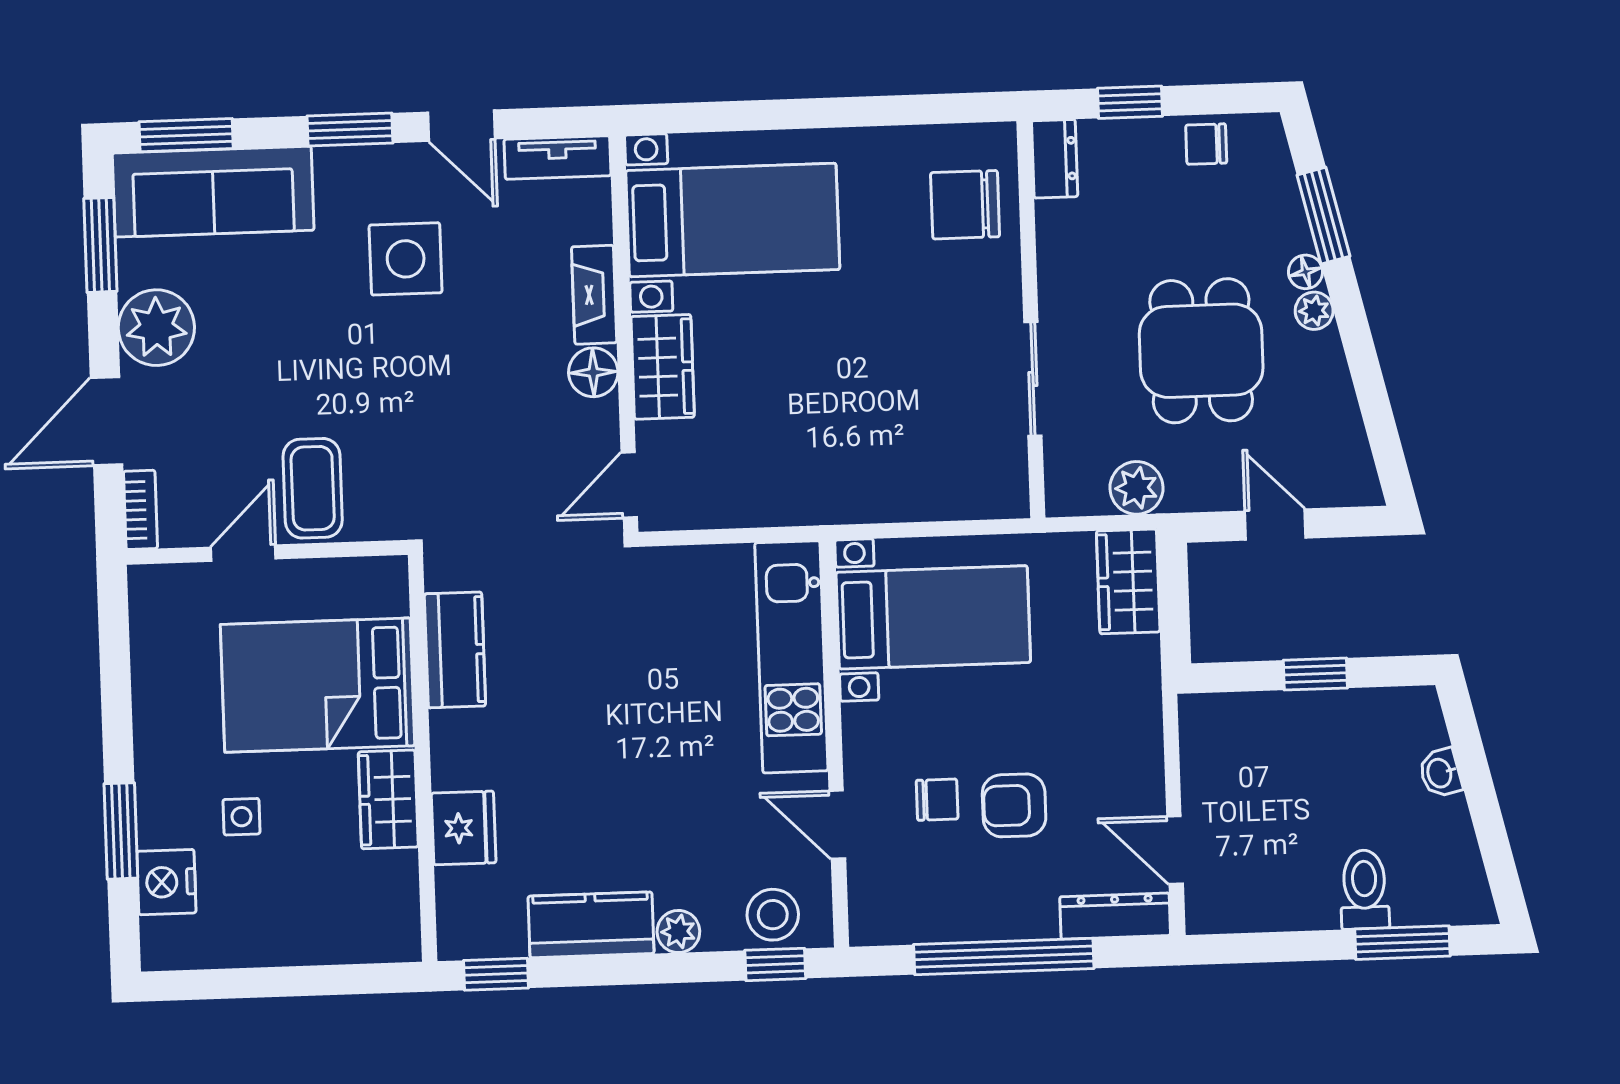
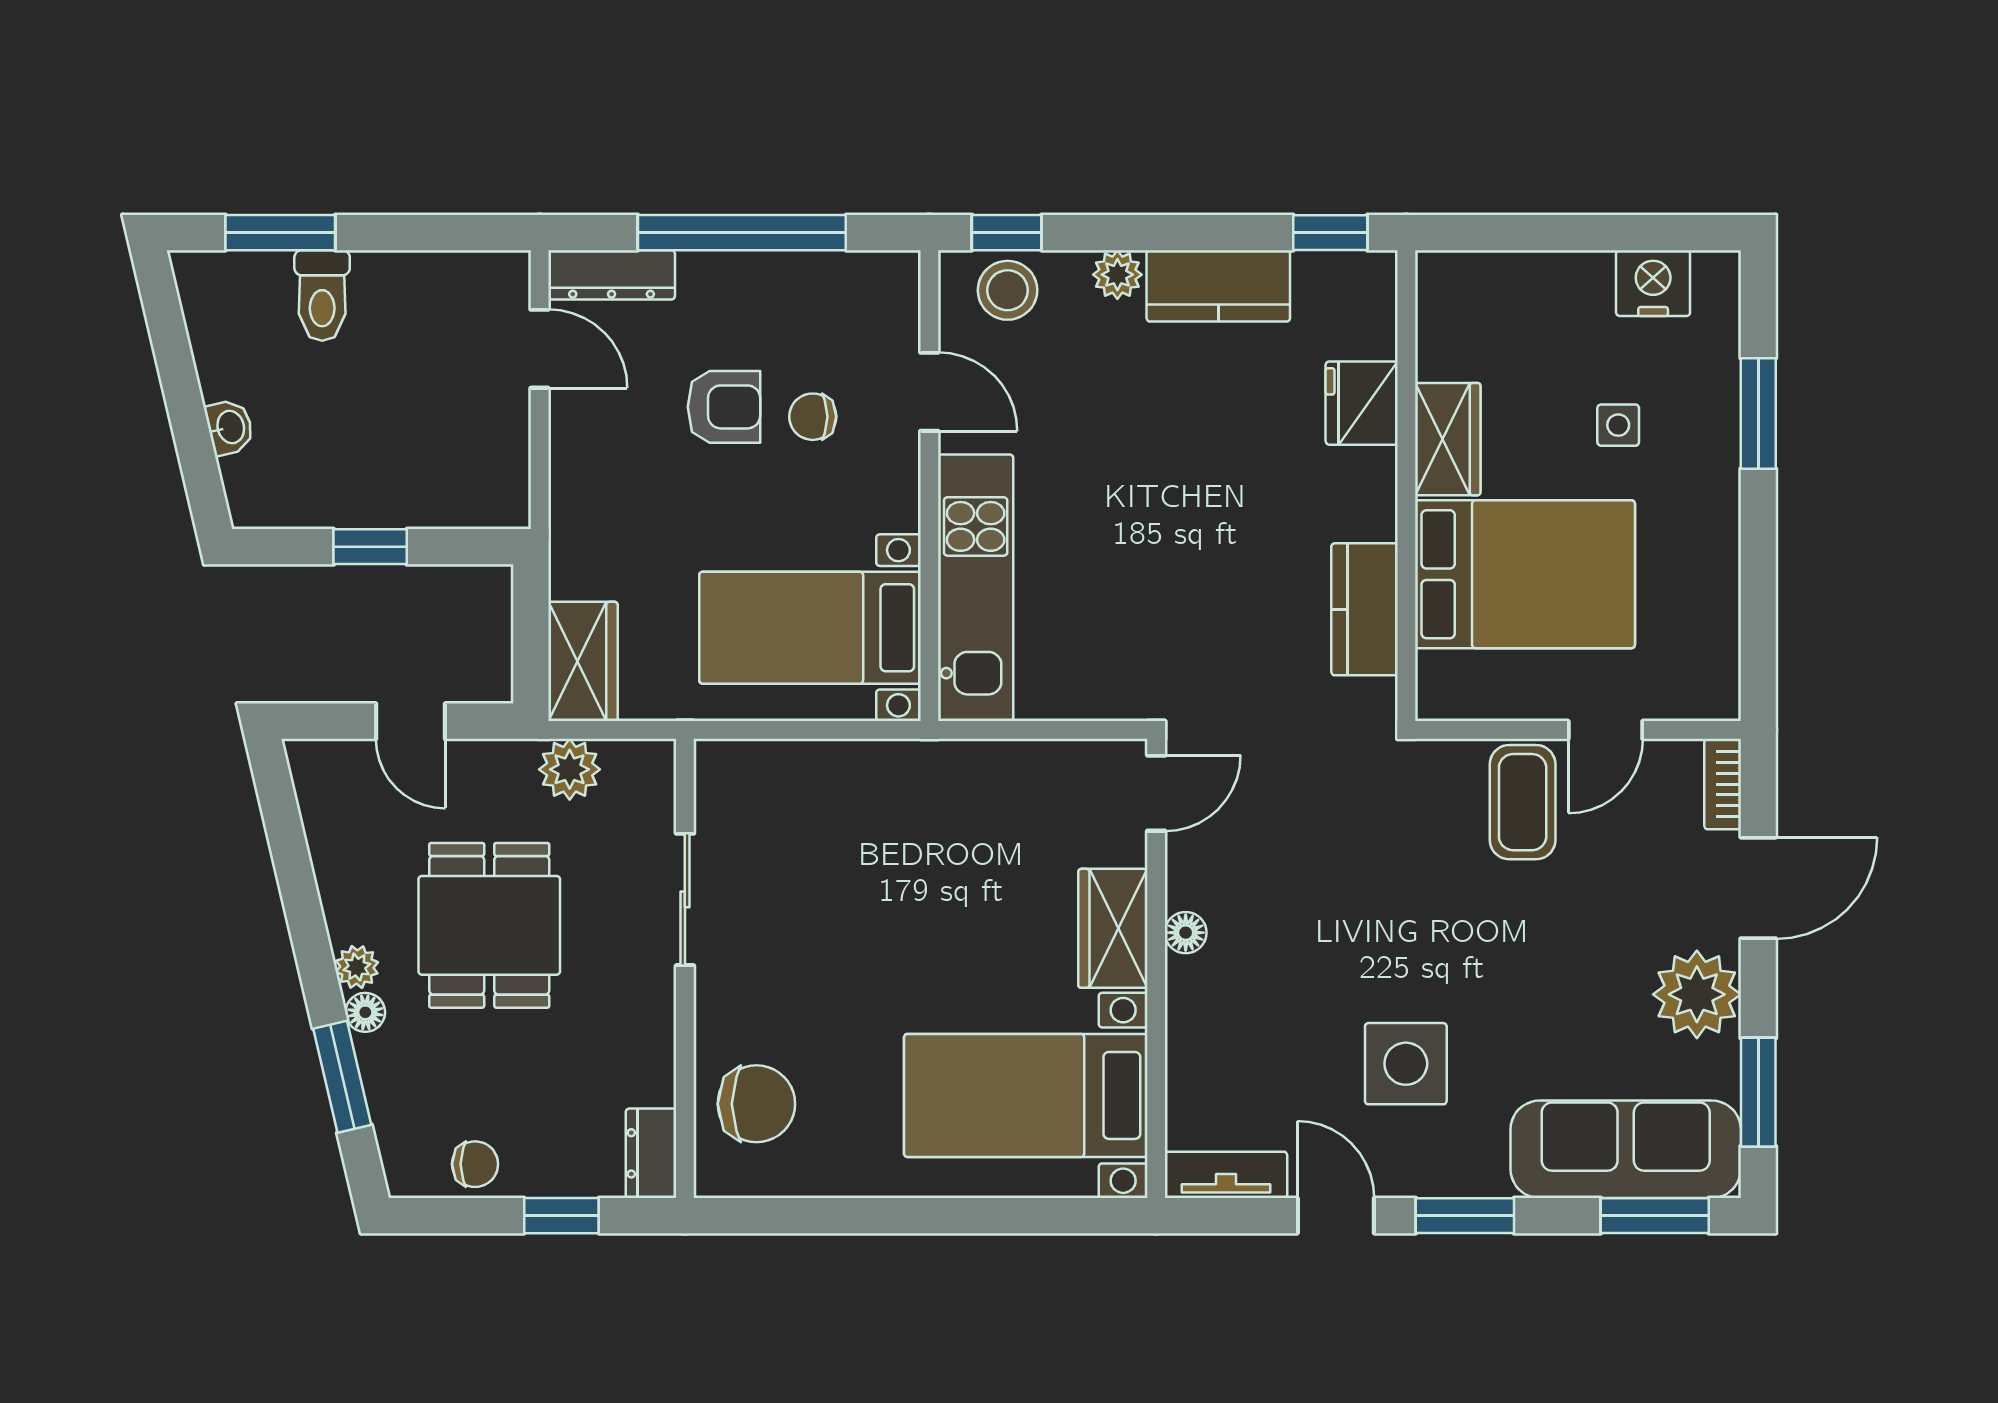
fireplace: (594, 295) -> (1189, 1015), removed
floor lamp: (593, 372) -> (1186, 933), width x0.73, depth x0.73
nightstand: (166, 882) -> (1653, 283), moved, turned -90

